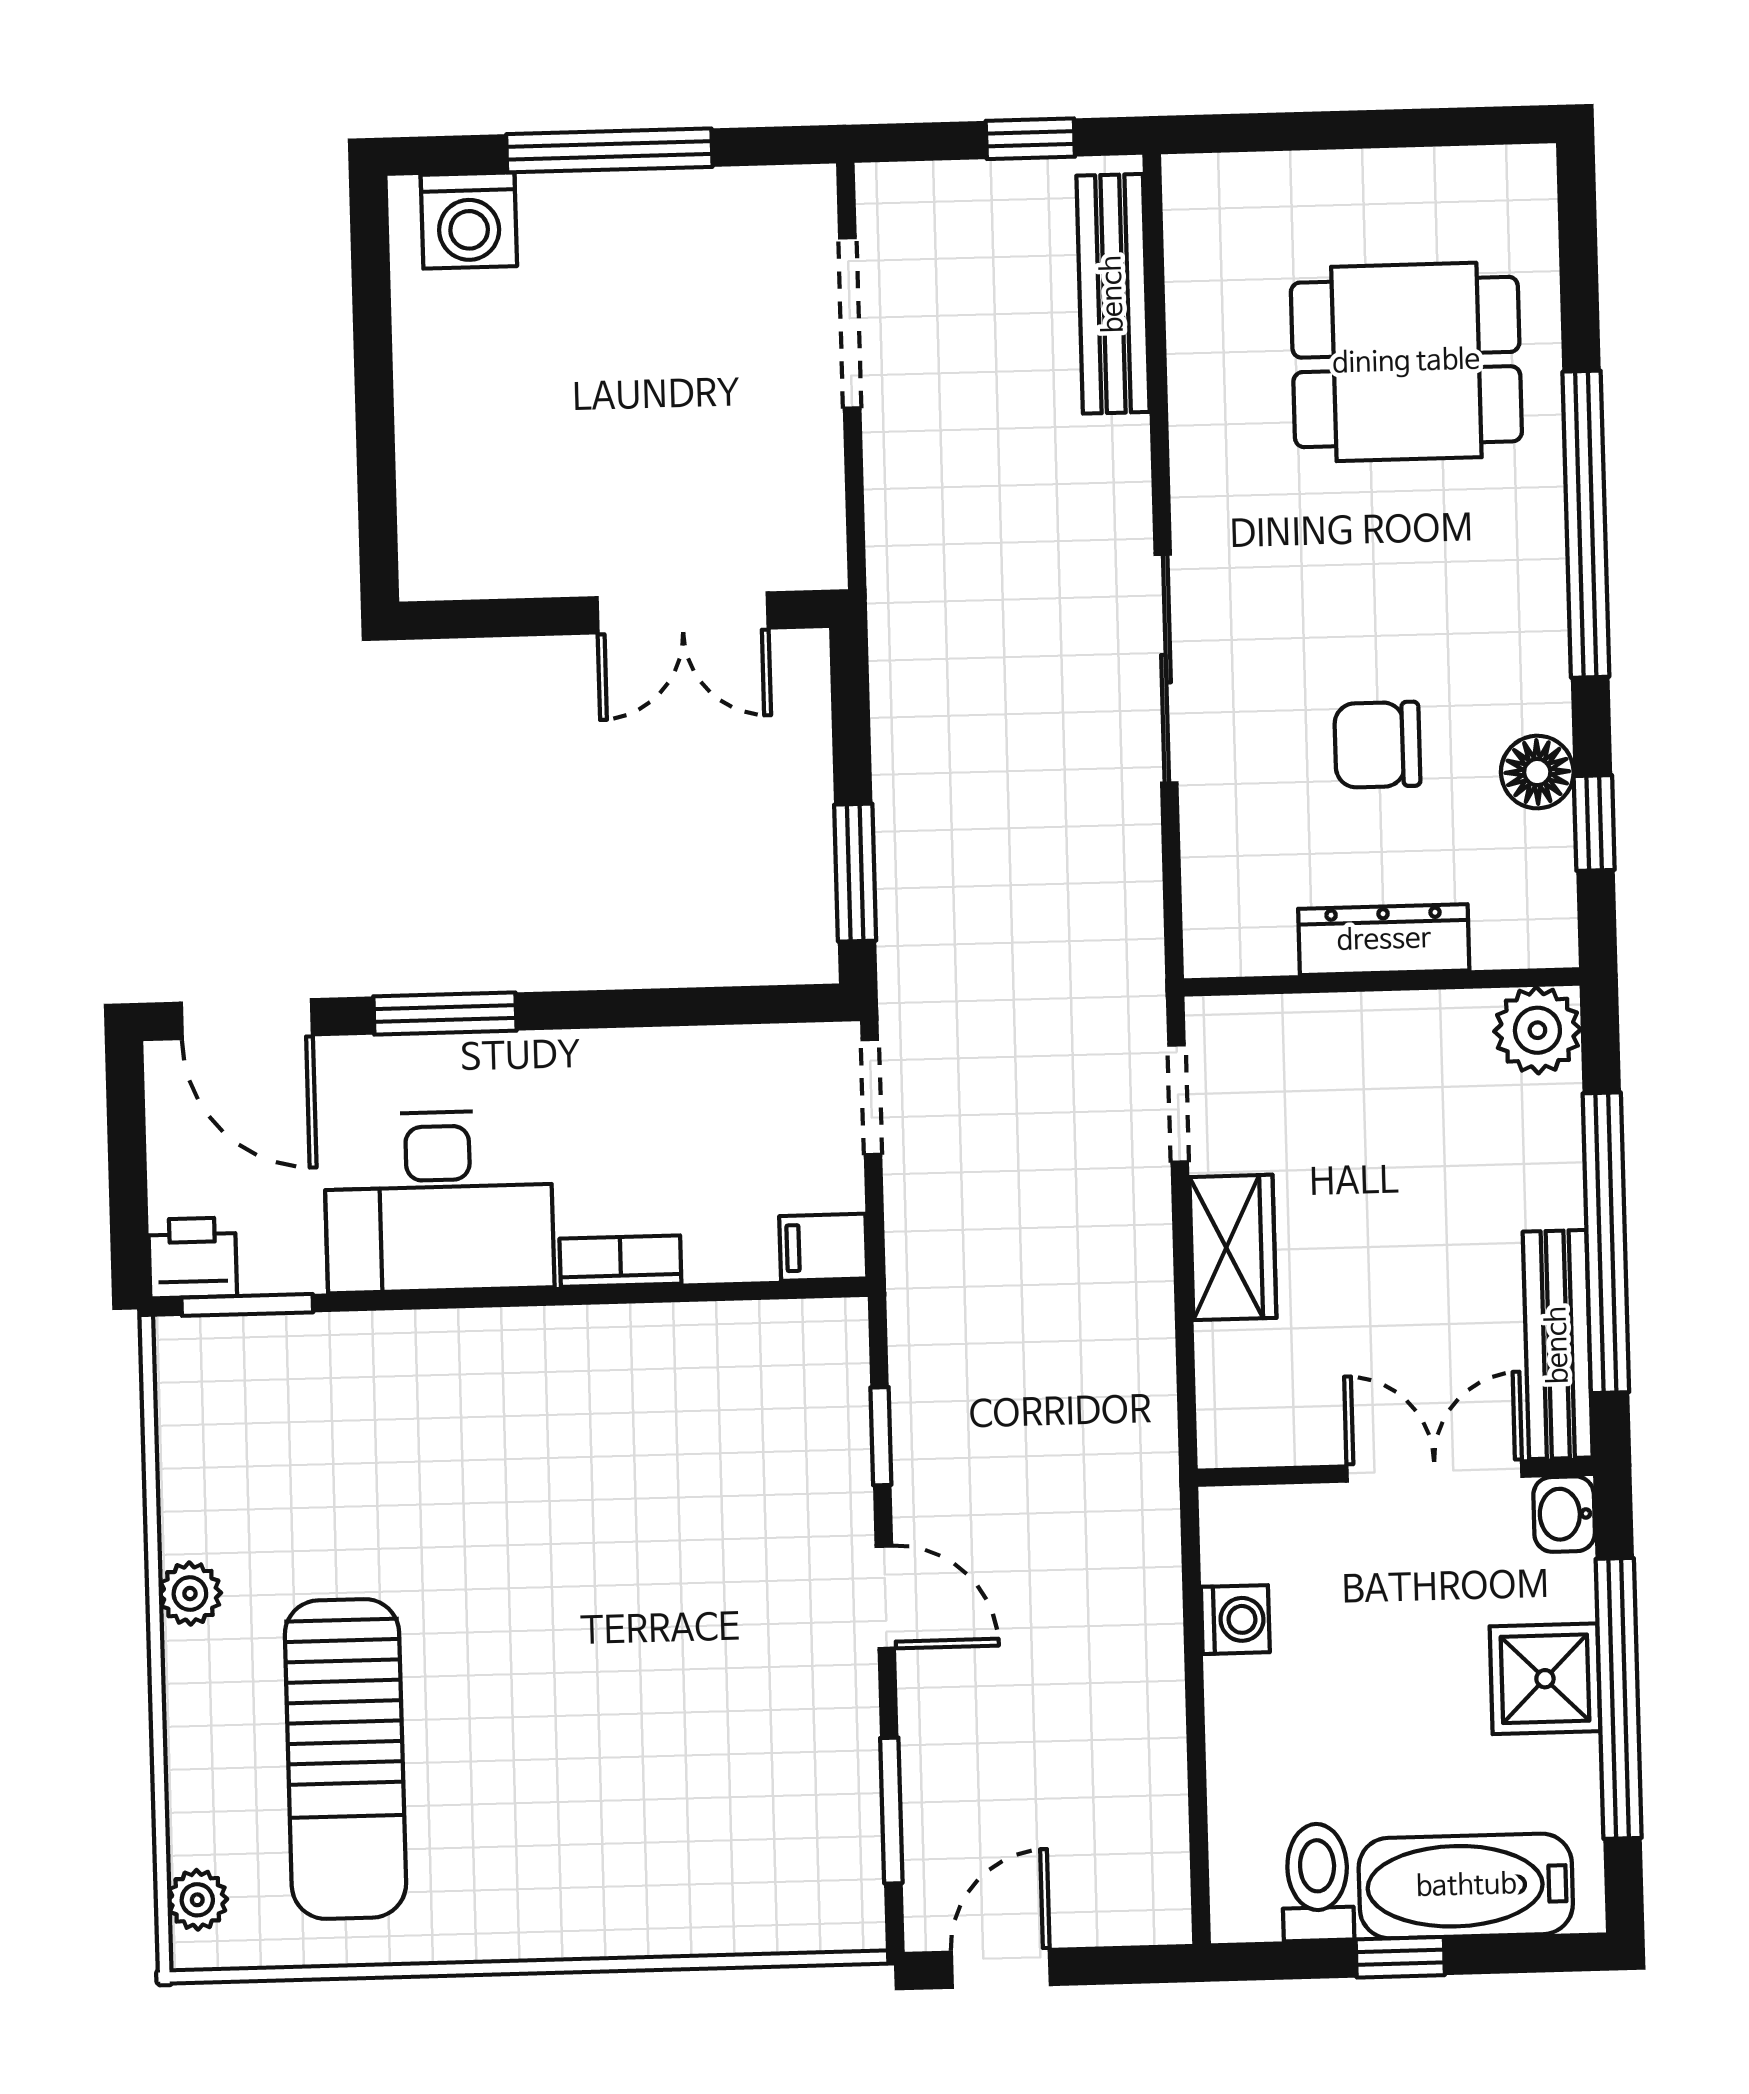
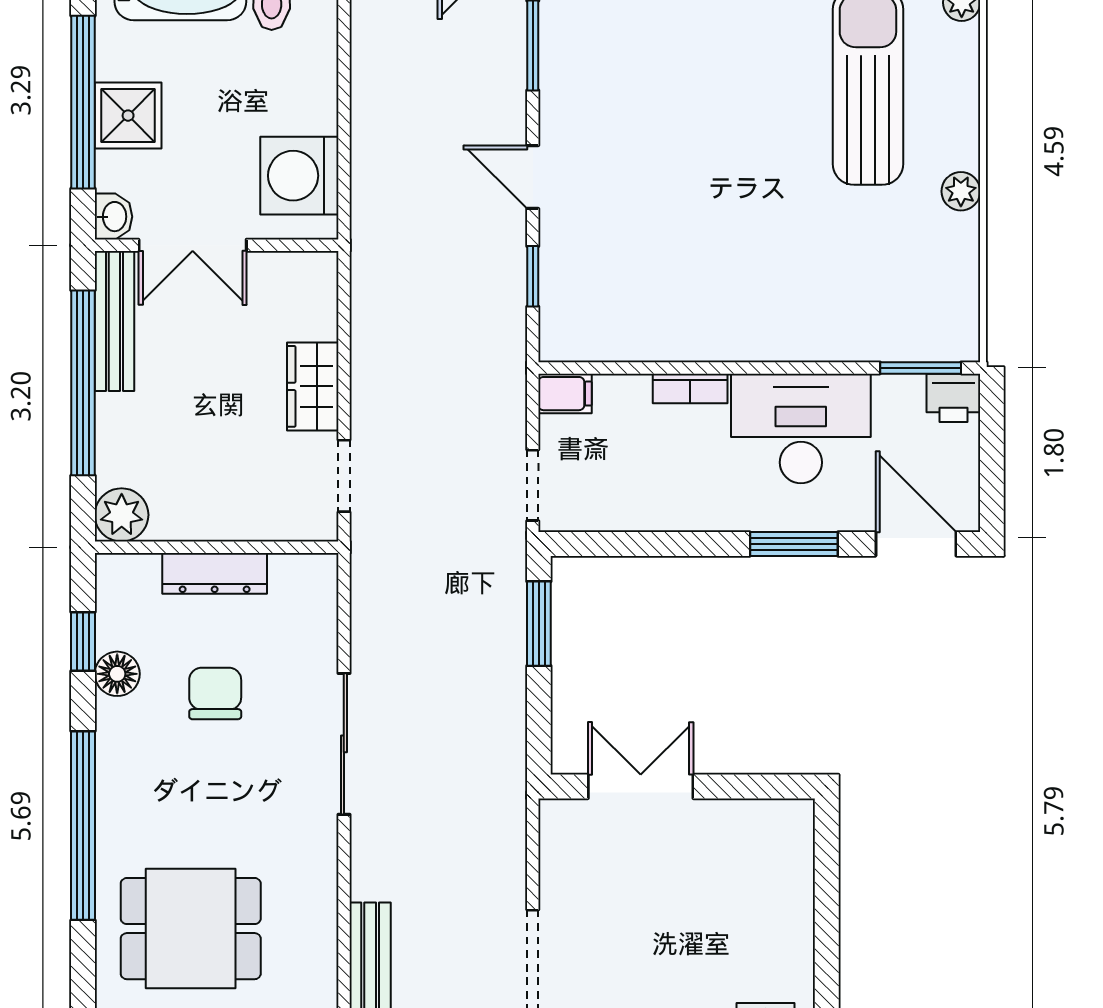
chair: (1377, 745) -> (215, 693), turned -90
washing machine: (1235, 1620) -> (299, 176), width x1.89, depth x1.89

